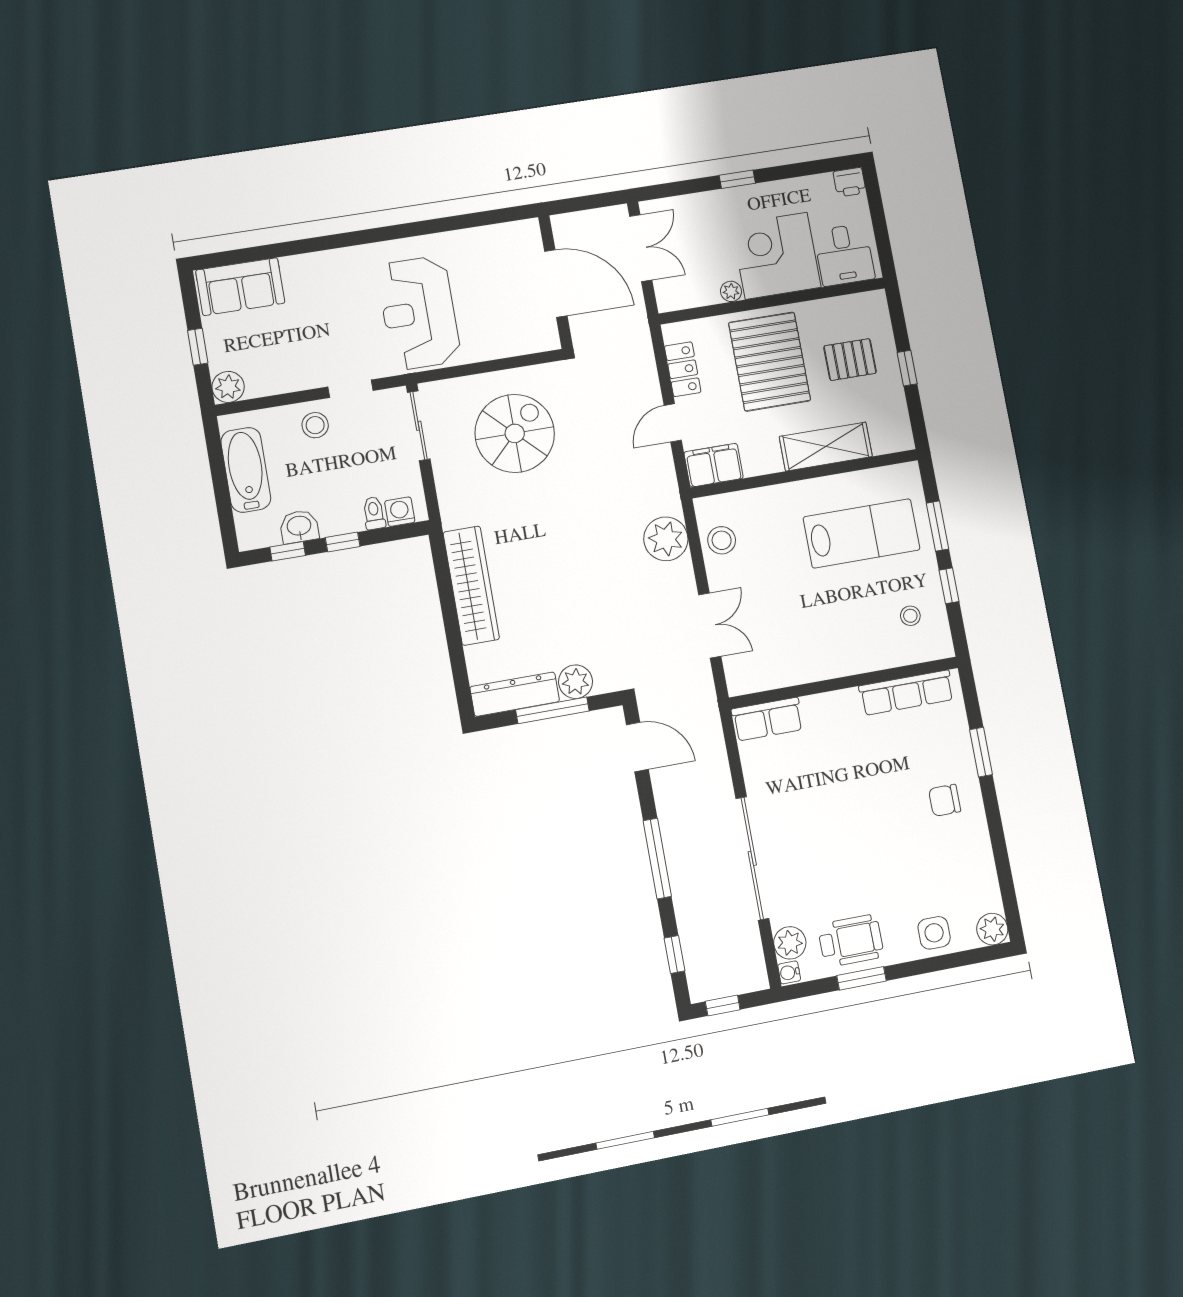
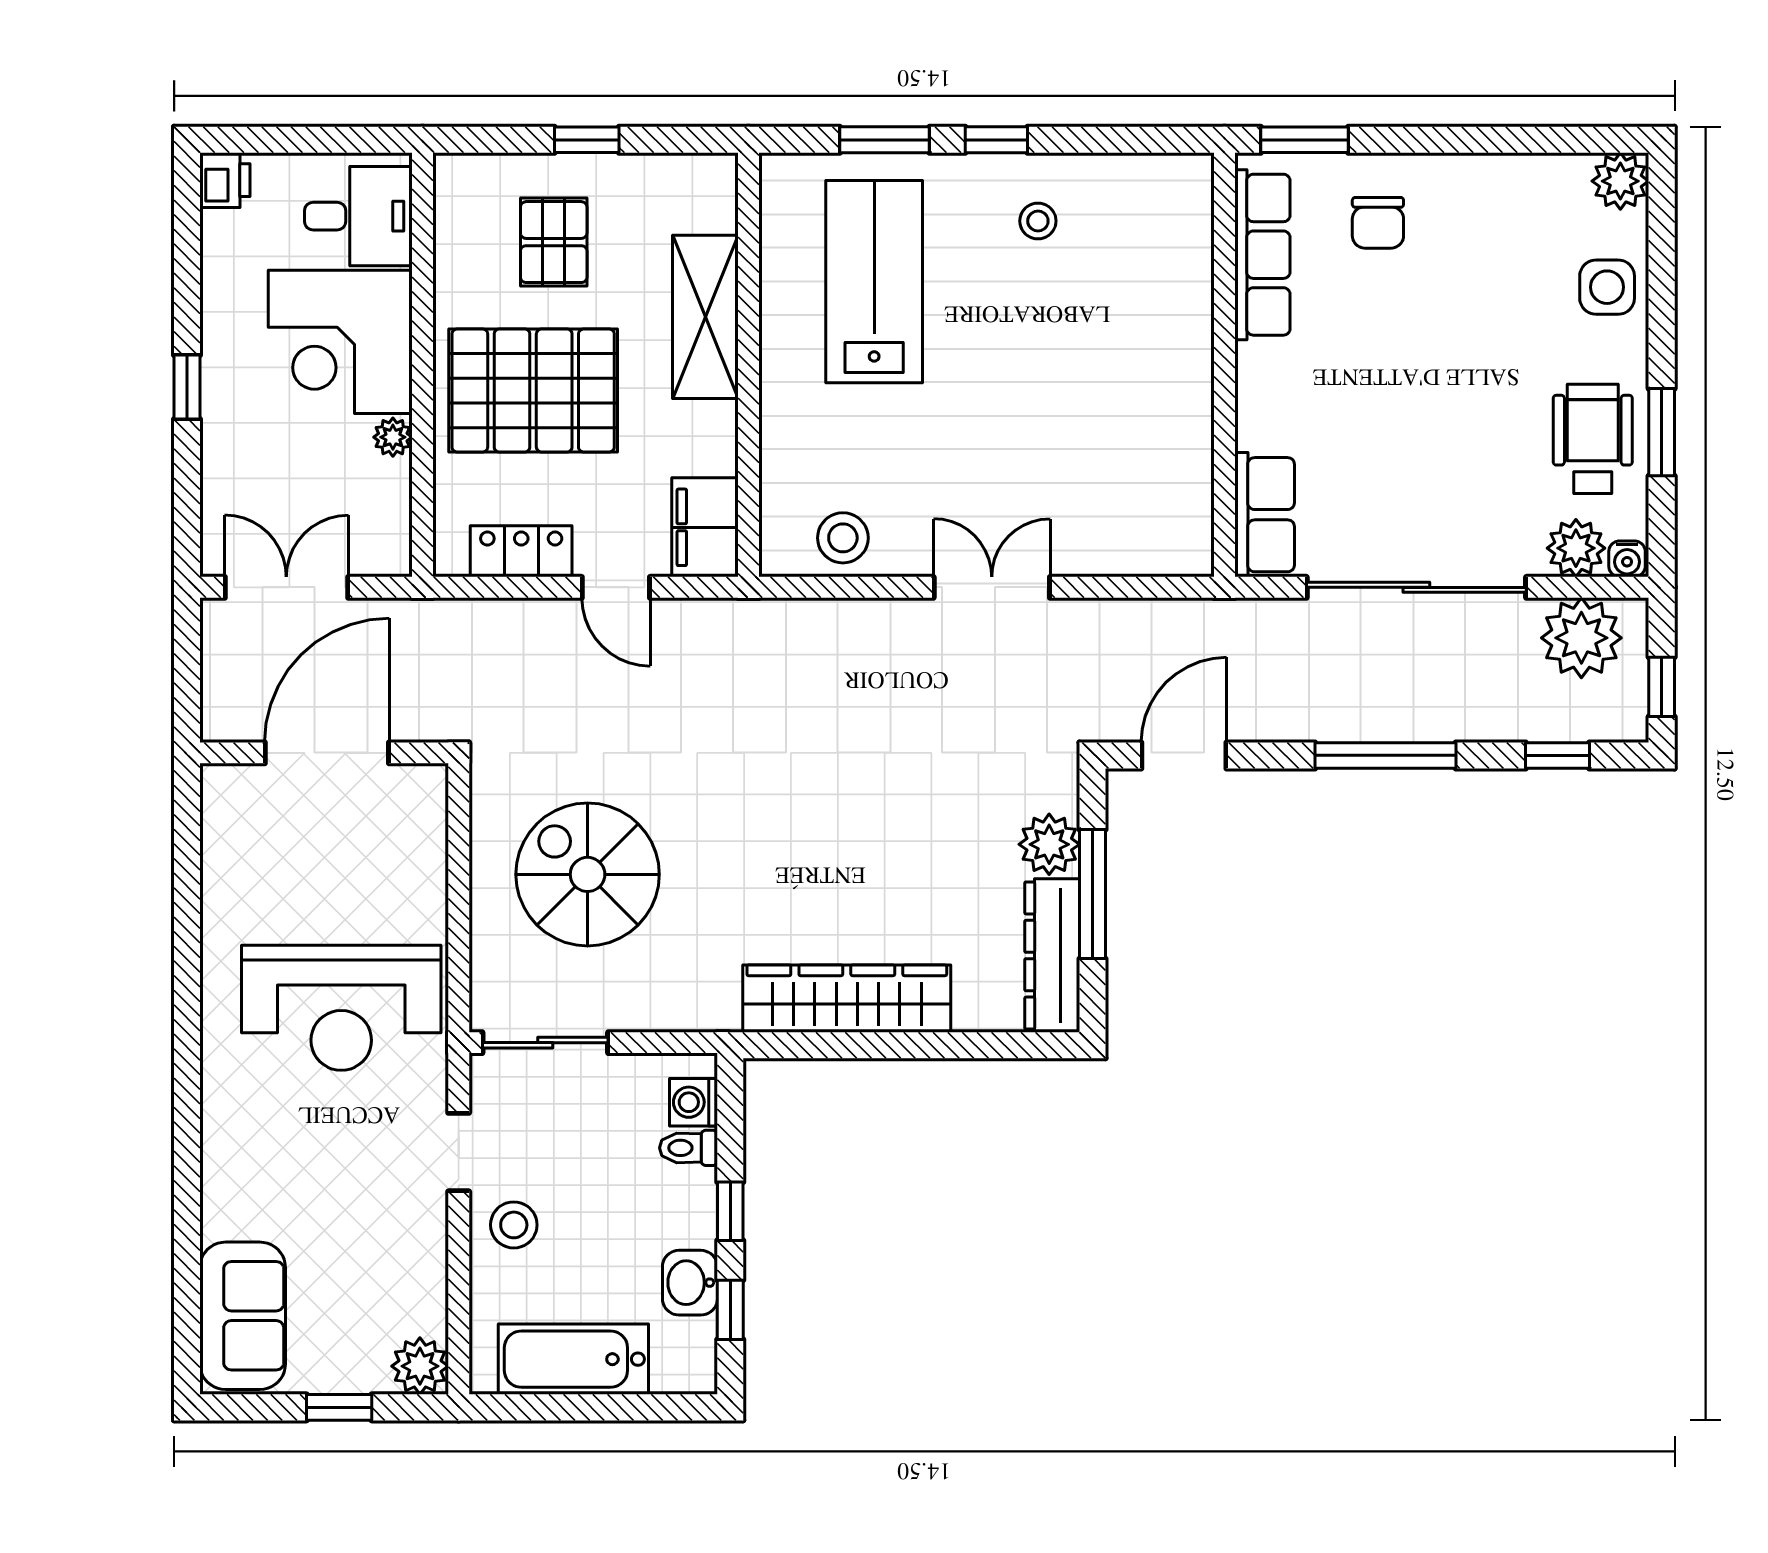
plant: (666, 539) -> (1581, 638), moved
wall: (844, 683) -> (1224, 365), moved
row of seats: (906, 693) -> (1262, 255), moved
row of seats: (767, 719) -> (1265, 515), moved

